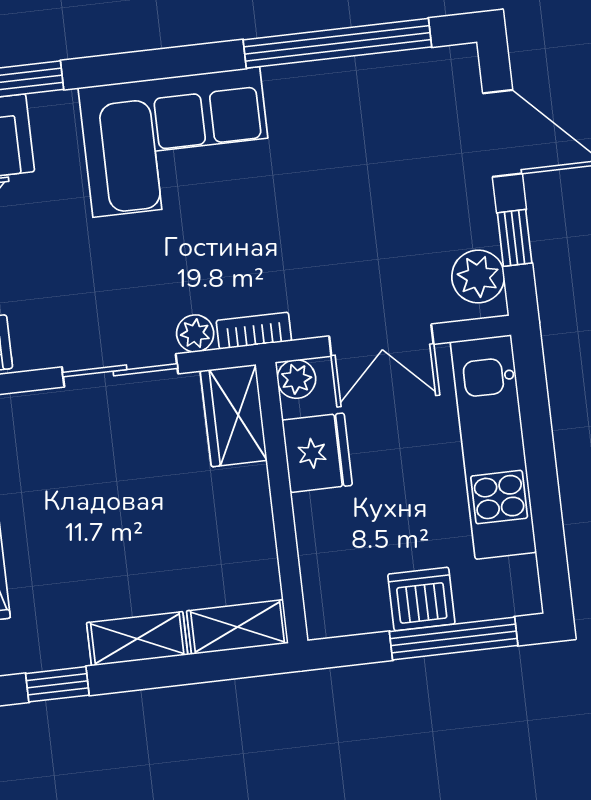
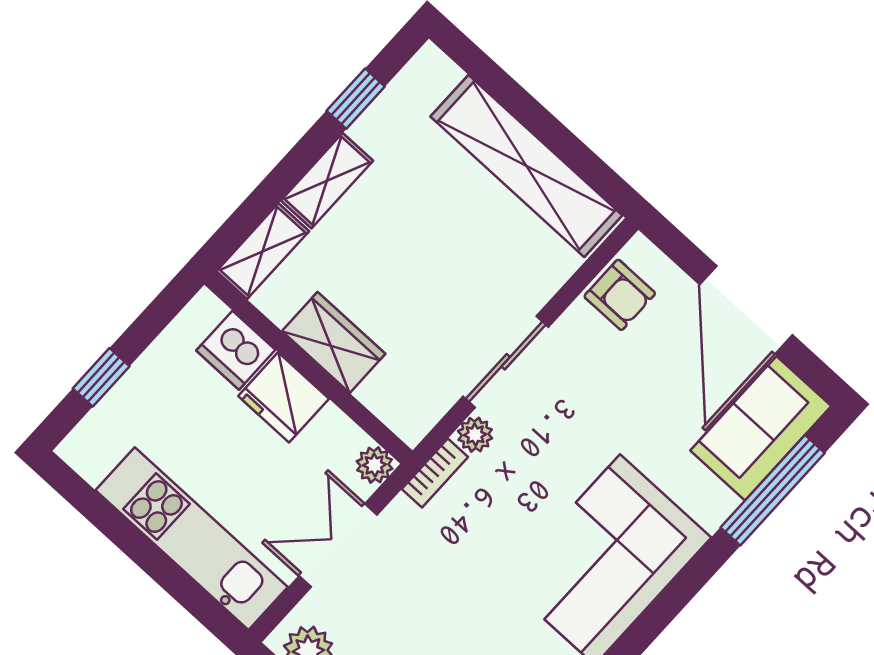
wardrobe: (234, 416) -> (334, 342), moved
fridge: (317, 453) -> (284, 397), moved
dishwasher: (421, 599) -> (236, 350), moved, turned 90
window: (454, 638) -> (101, 377), width x0.46

